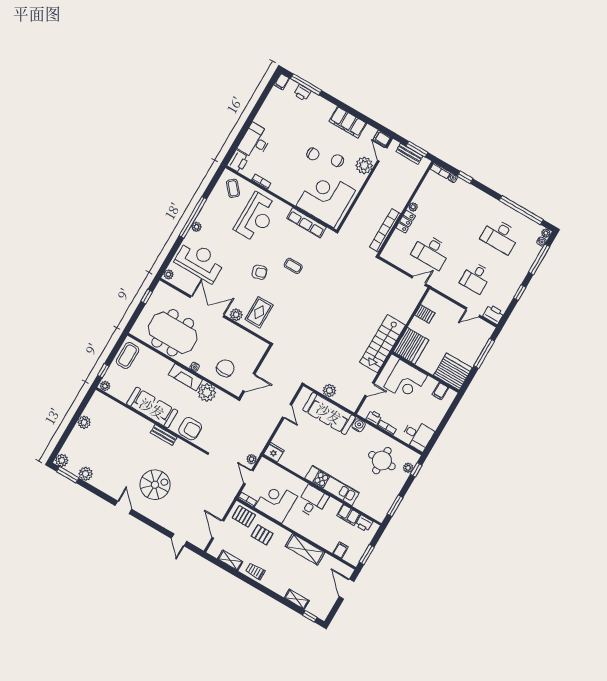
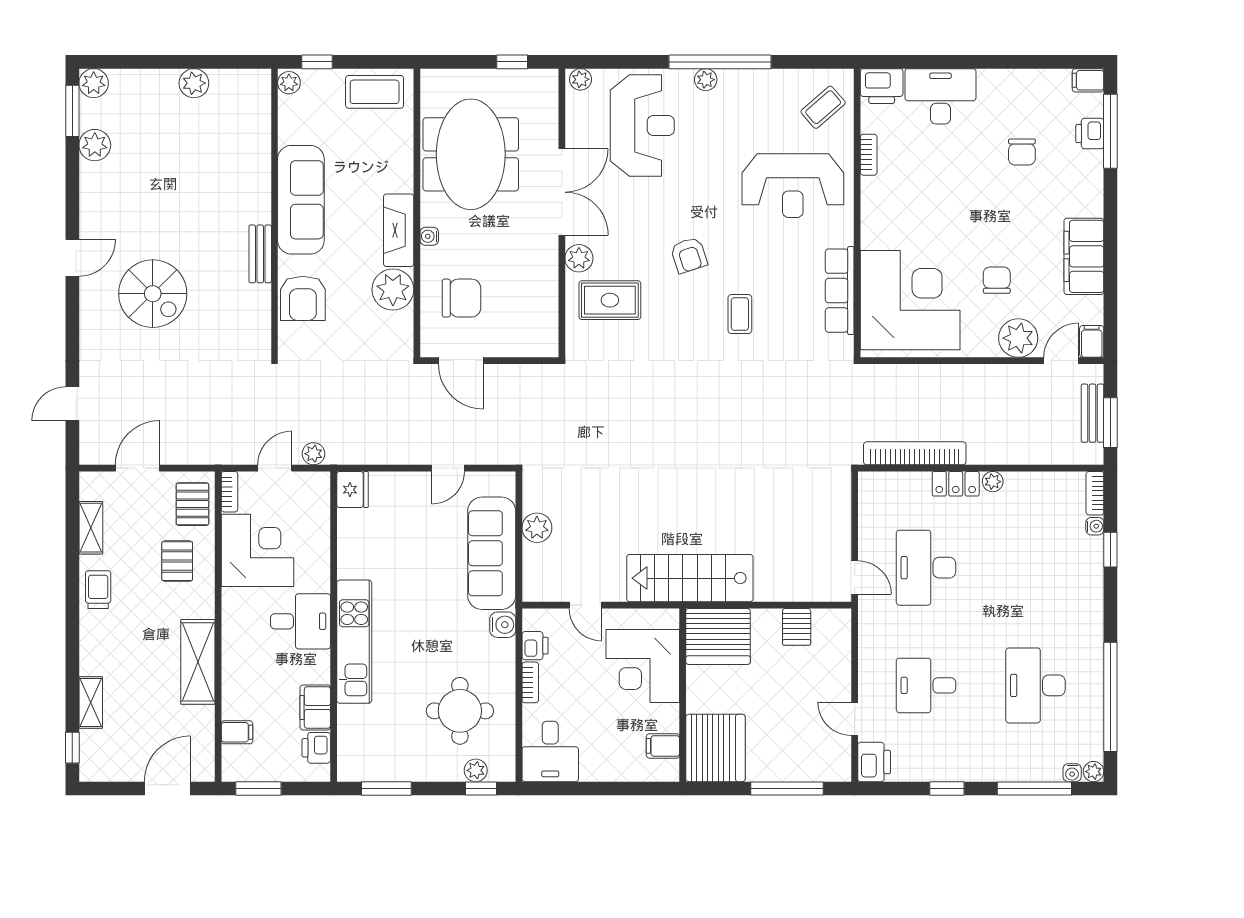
chair: (313, 154) -> (1022, 152), moved

